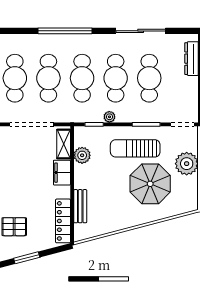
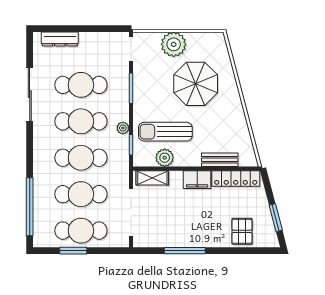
window: (65, 31) -> (30, 207), moved
sun lounger: (135, 148) -> (165, 132), moved, turned 90
filing cabinet: (62, 173) -> (197, 180), moved

